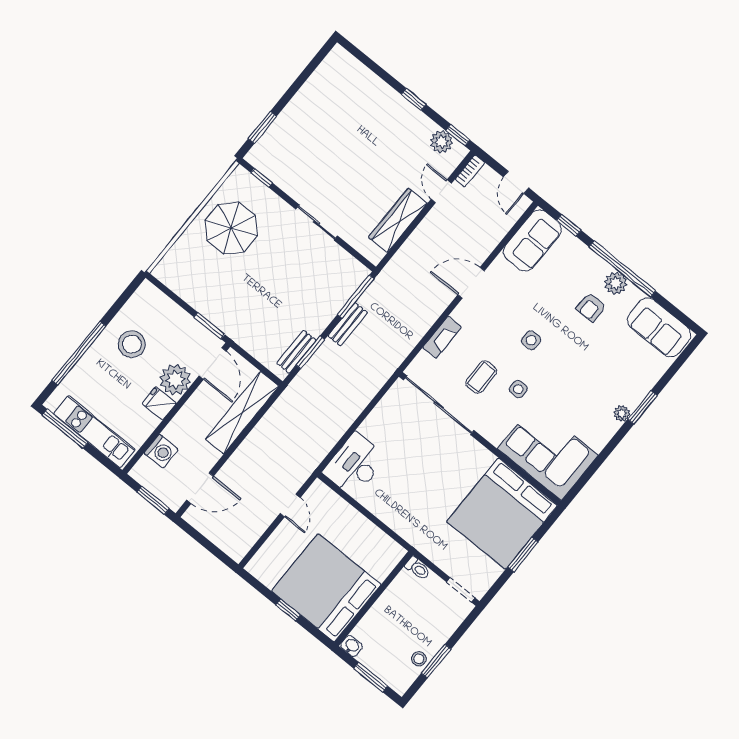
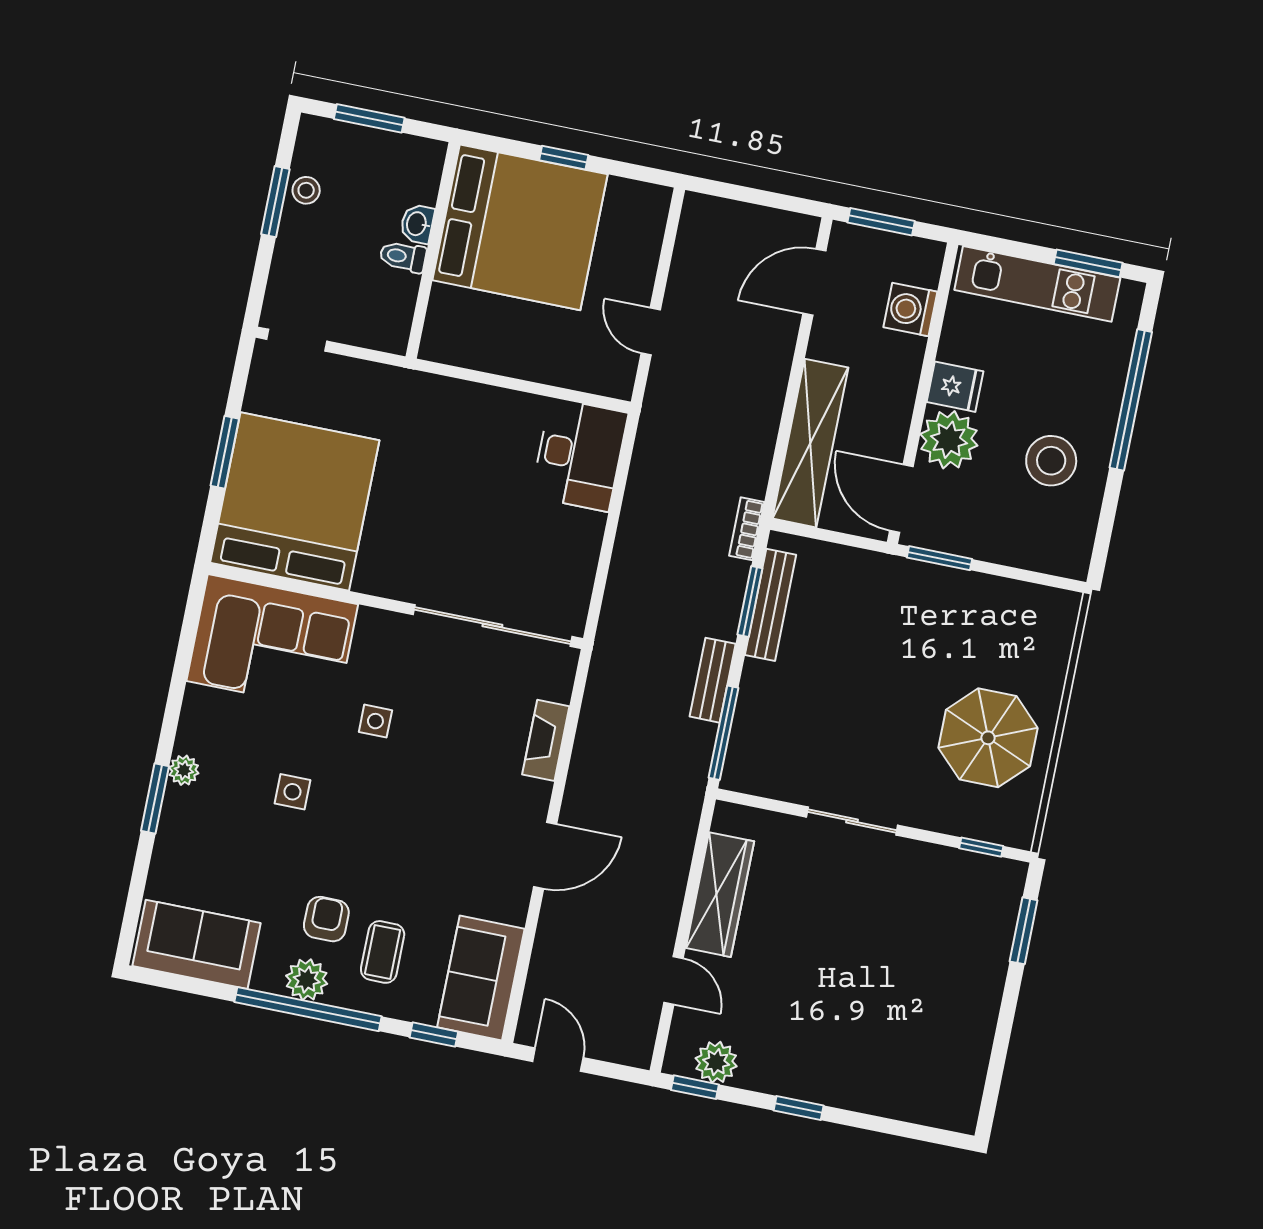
bookcase: (470, 171) -> (747, 529), moved
side table: (531, 340) -> (292, 792), moved
bench: (296, 352) -> (771, 605), width x1.36
coffee table: (481, 377) -> (383, 952), moved
window: (65, 429) -> (1088, 263), width x0.69
toilet: (418, 568) -> (403, 257), moved
washbasin: (352, 646) -> (417, 224), moved, turned 90

